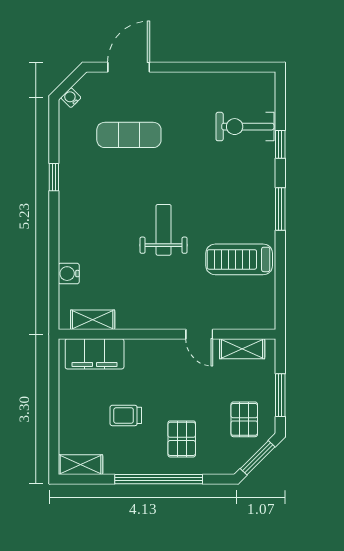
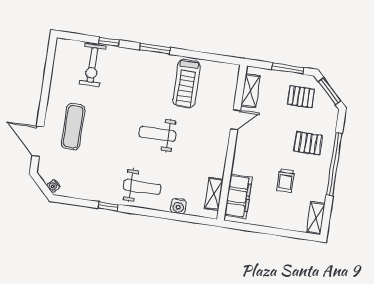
exercise mat: (129, 135) -> (73, 127), moved
weight bench: (88, 220) -> (142, 187), added

